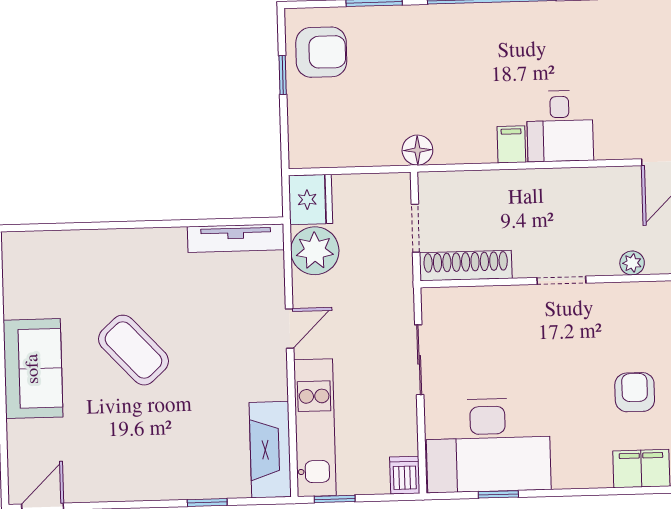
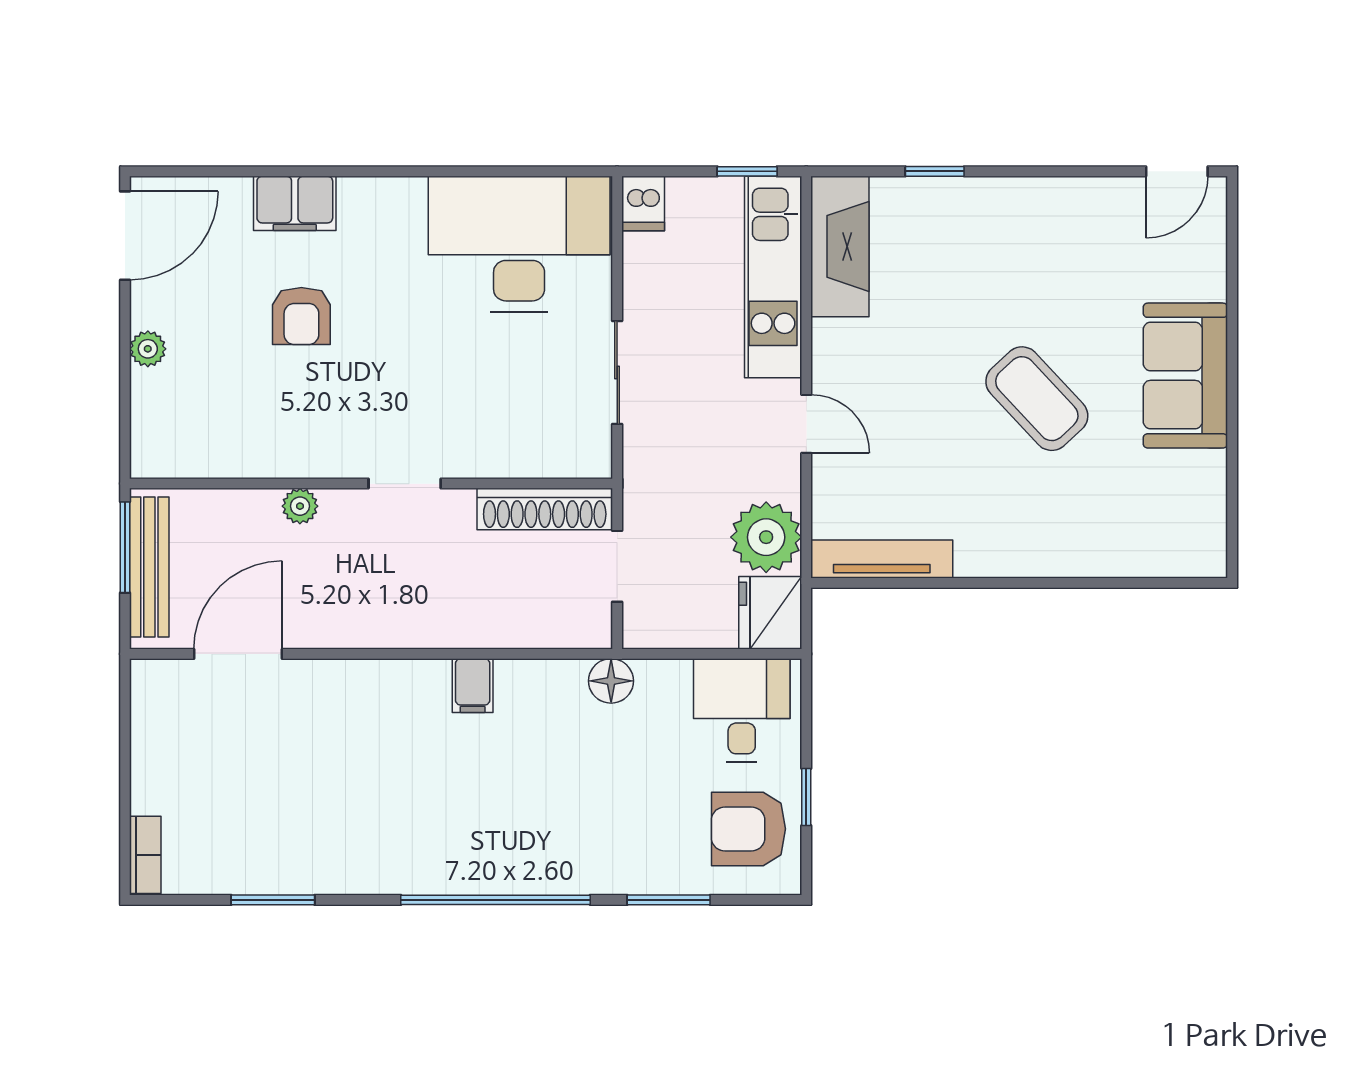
desk: (560, 126) -> (742, 710), moved
door: (290, 328) -> (806, 424), swing flipped
window: (498, 494) -> (506, 171), removed

